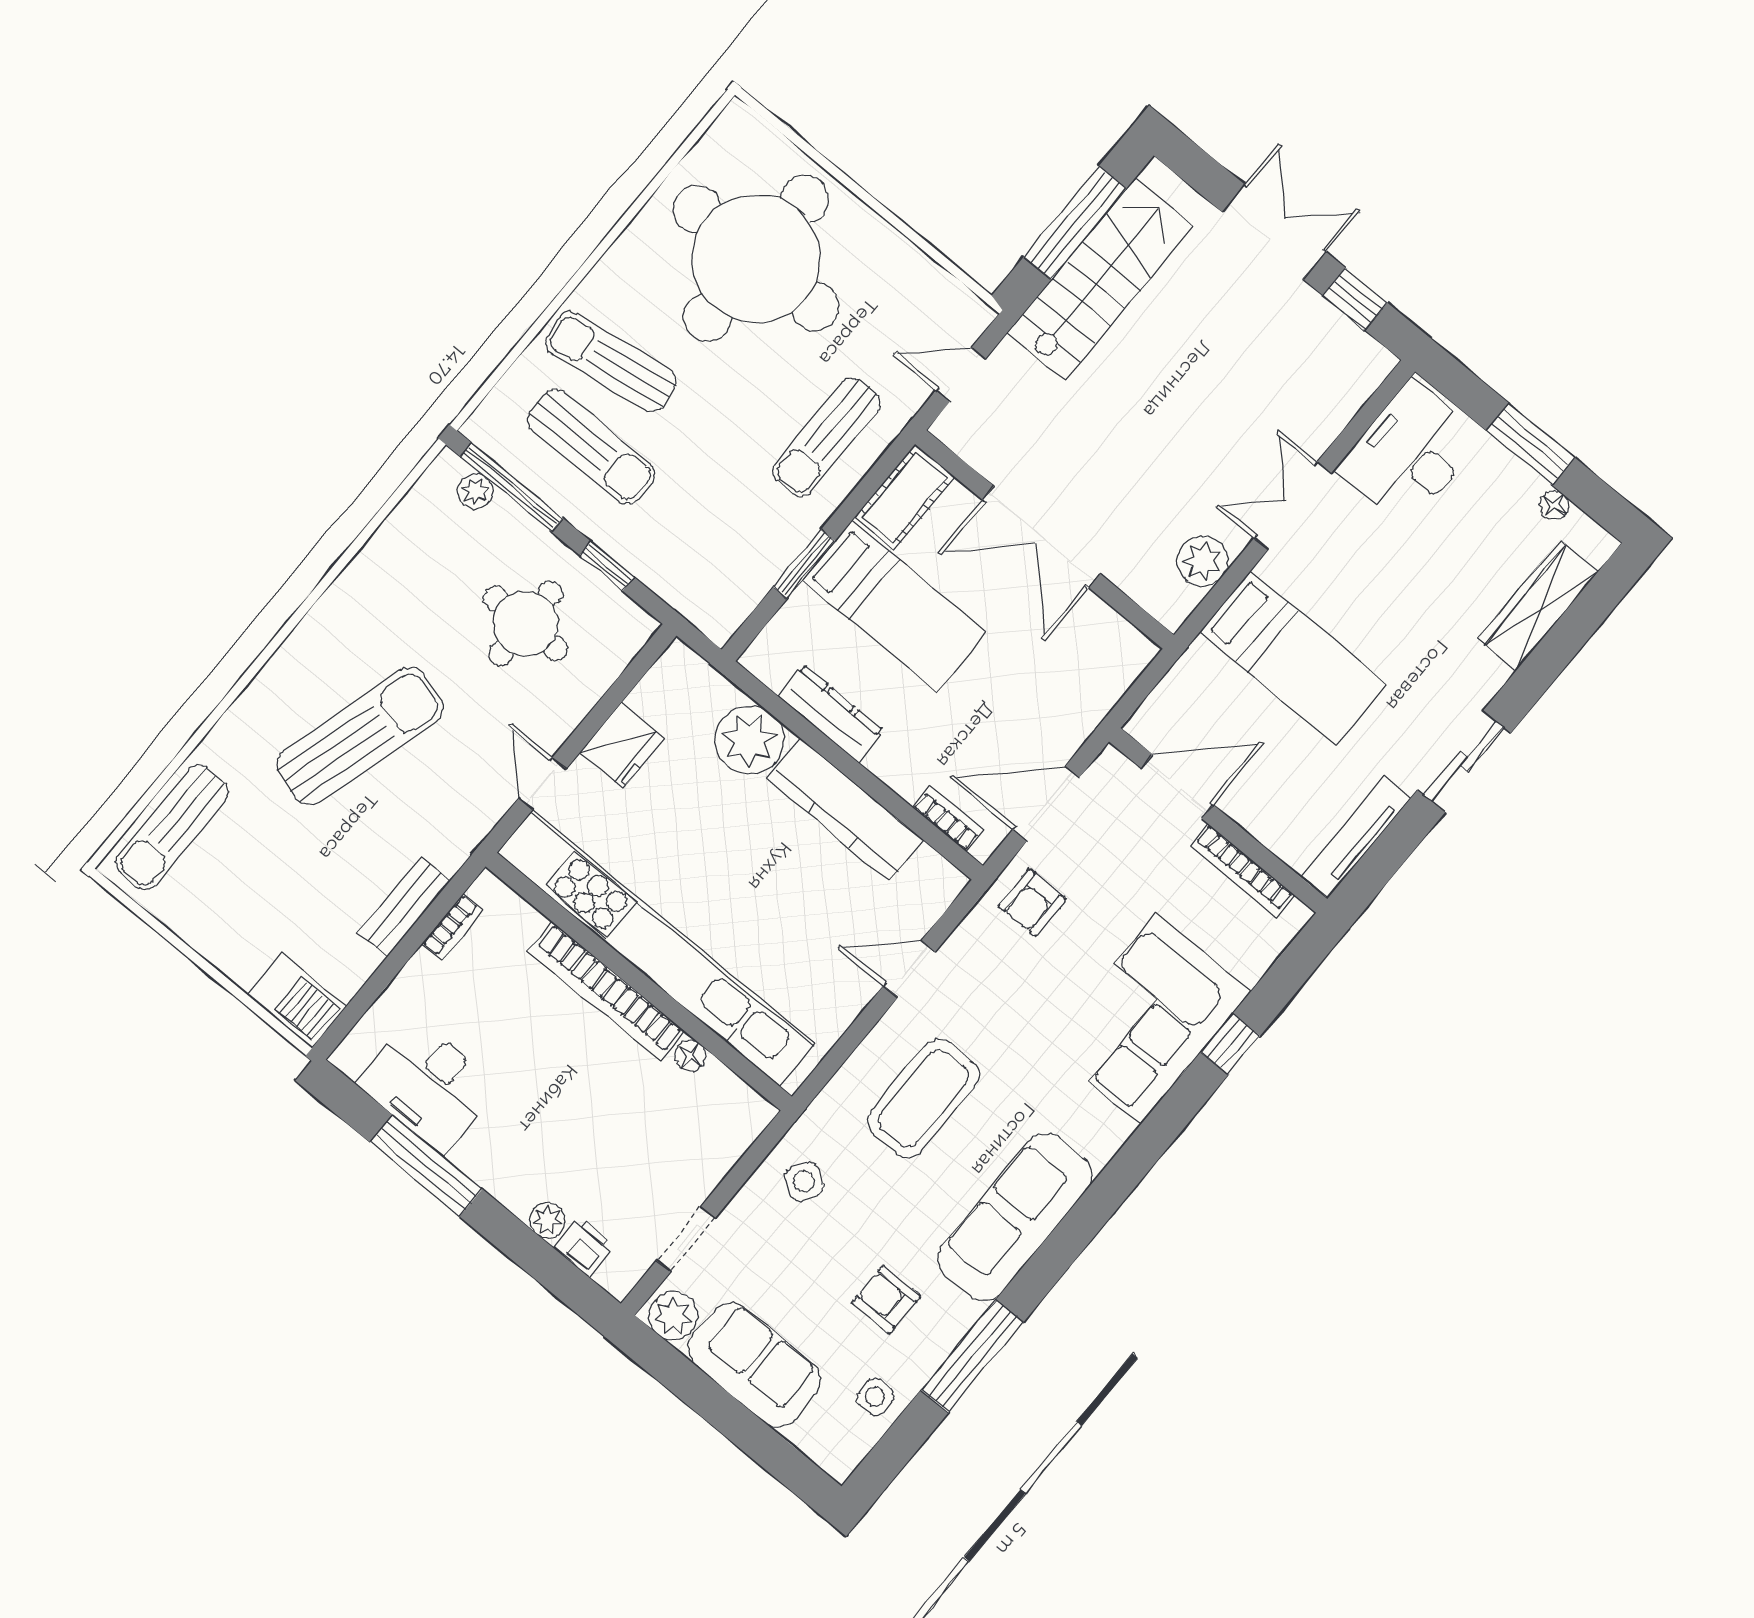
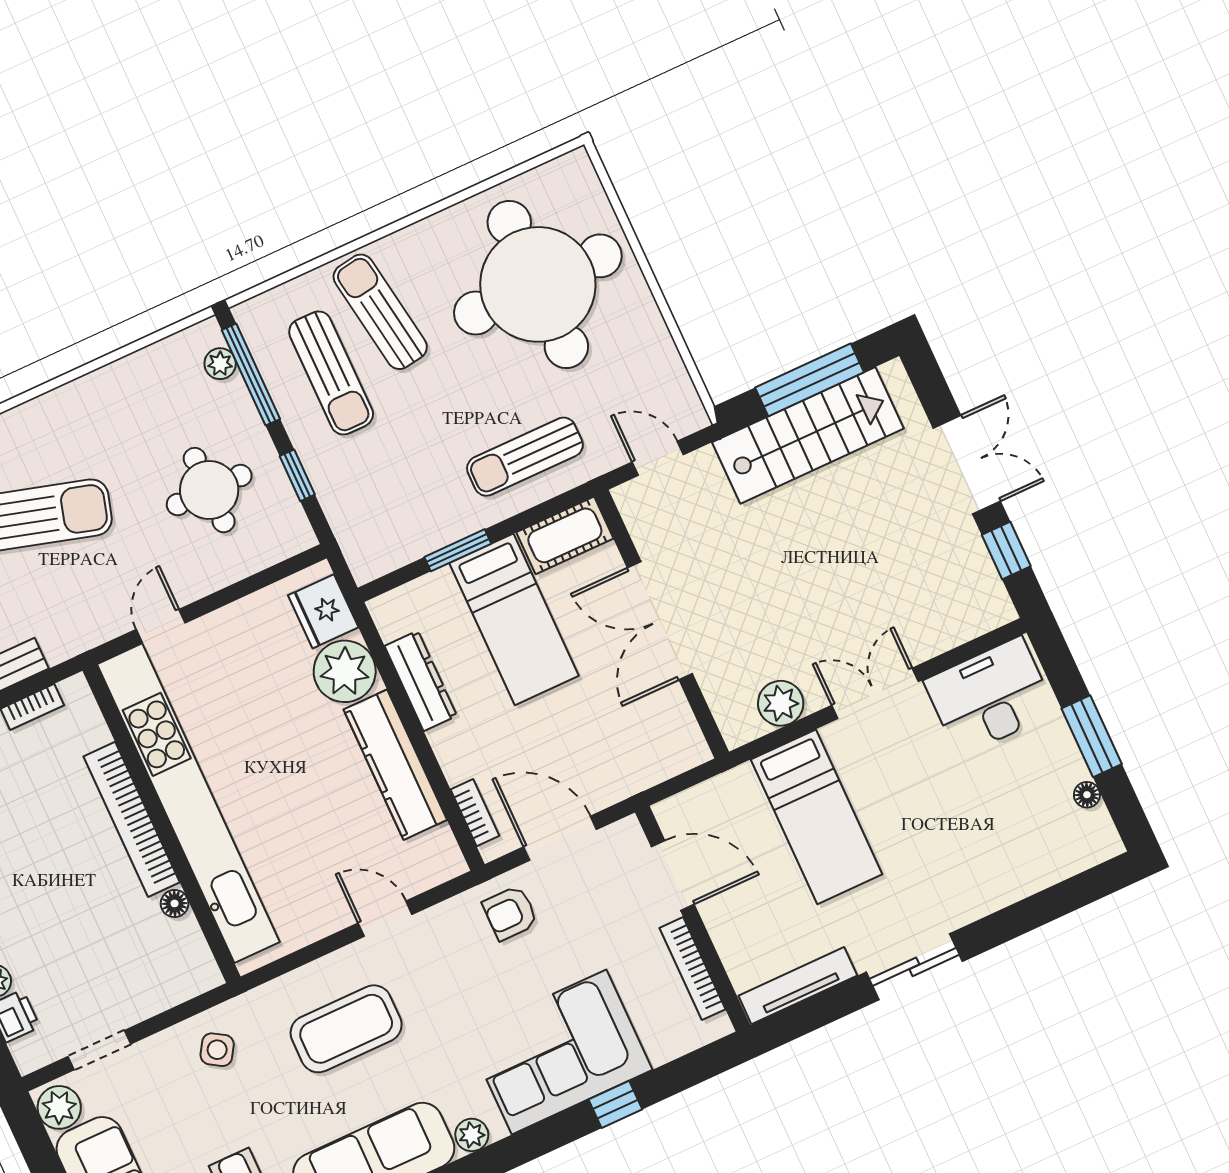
wardrobe: (1538, 605) -> (1035, 869), removed
fridge: (622, 746) -> (323, 611), moved, turned 90
plant: (1101, 1144) -> (472, 1135), added

